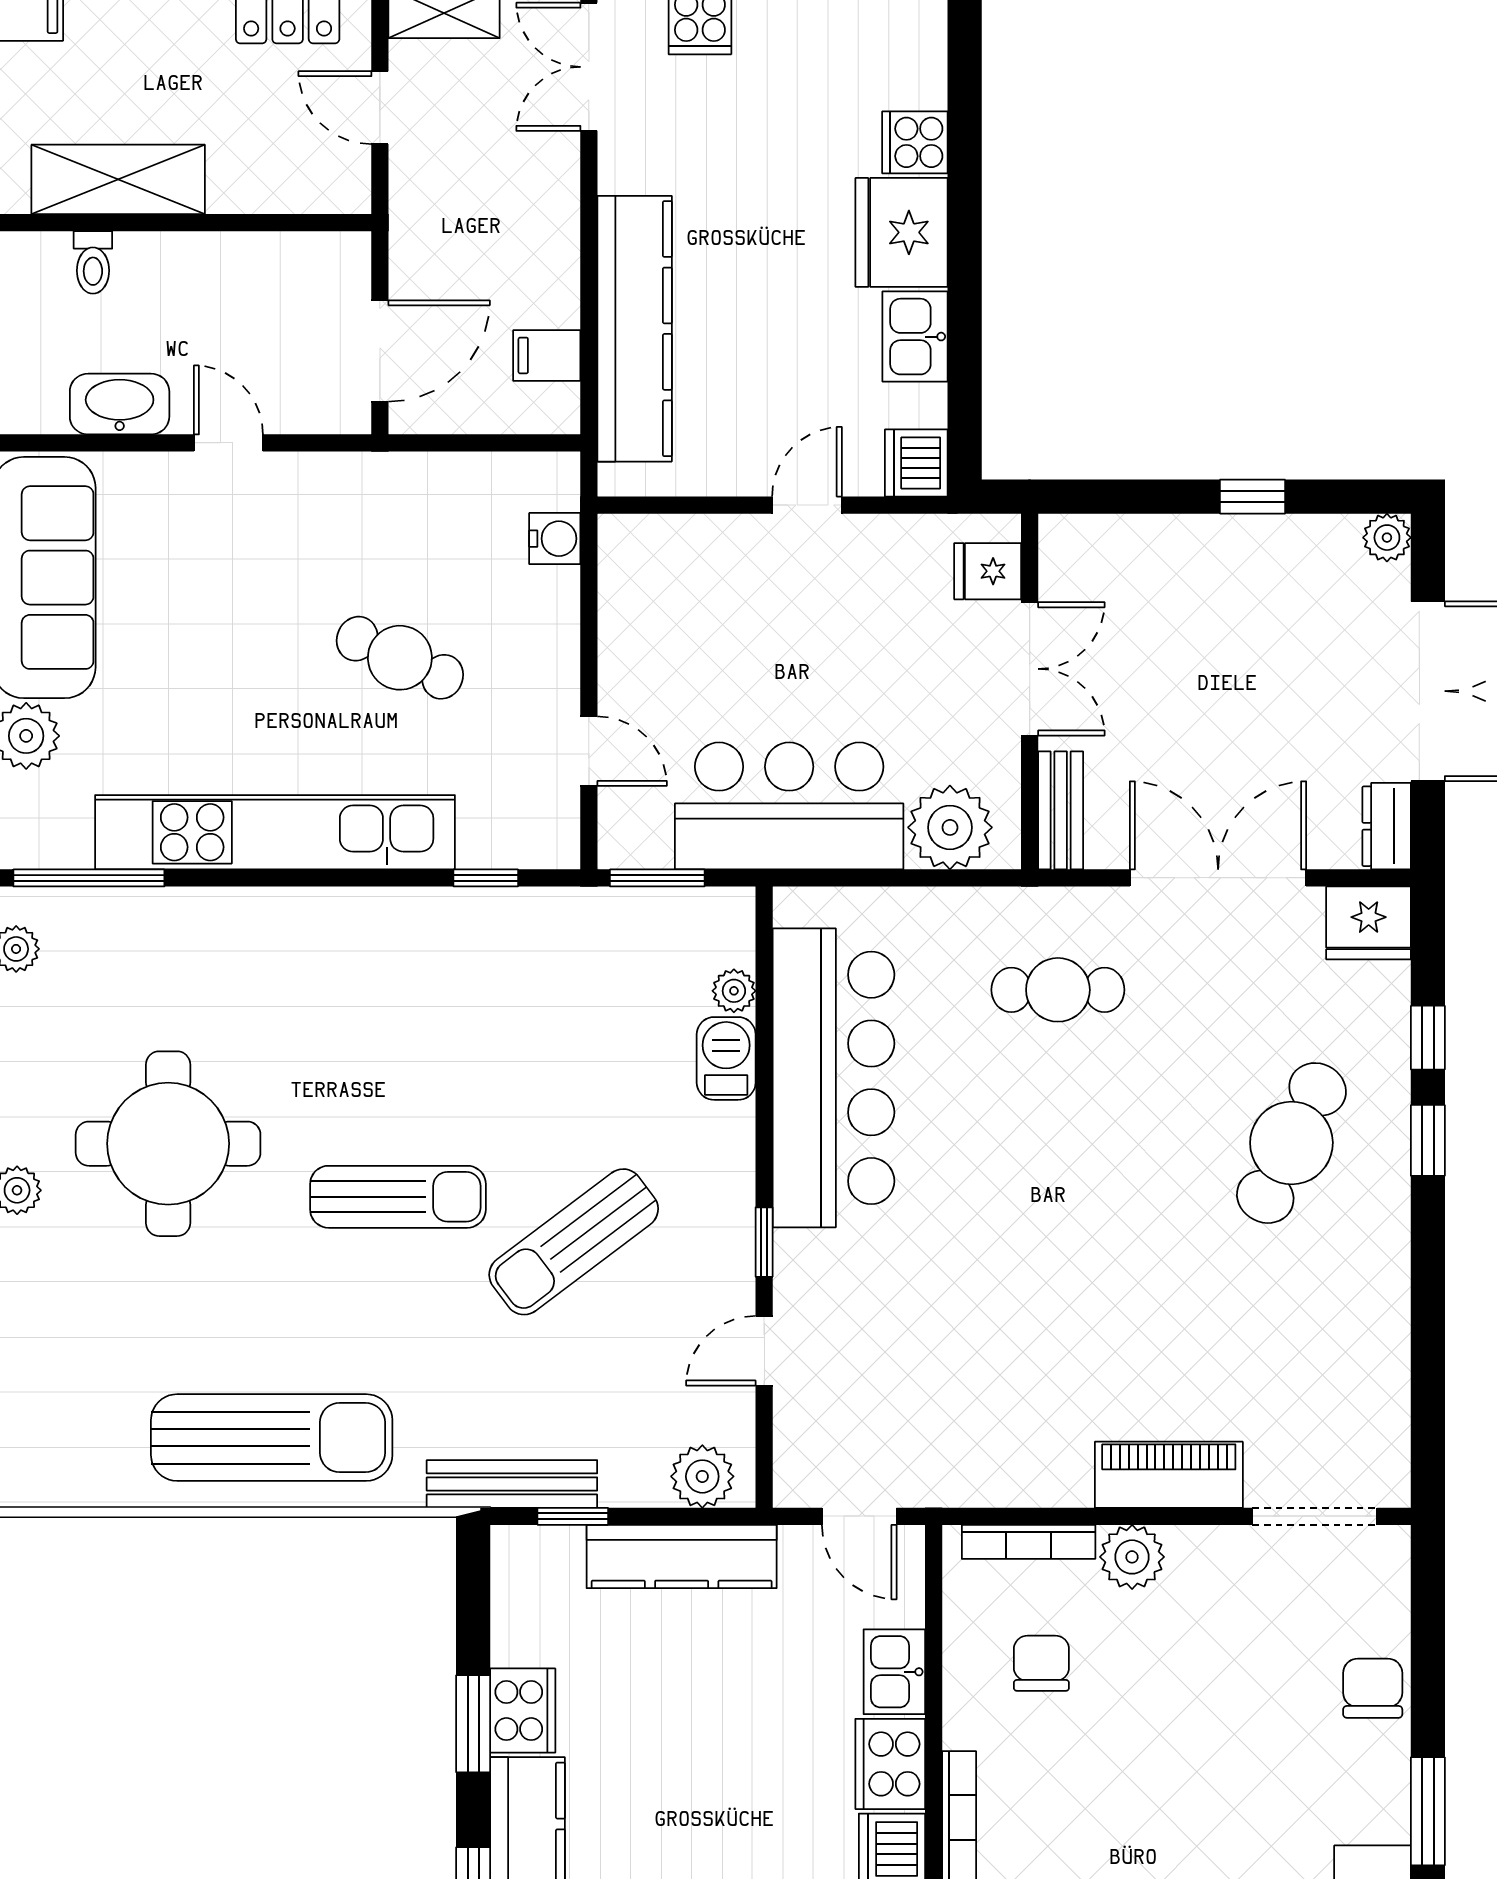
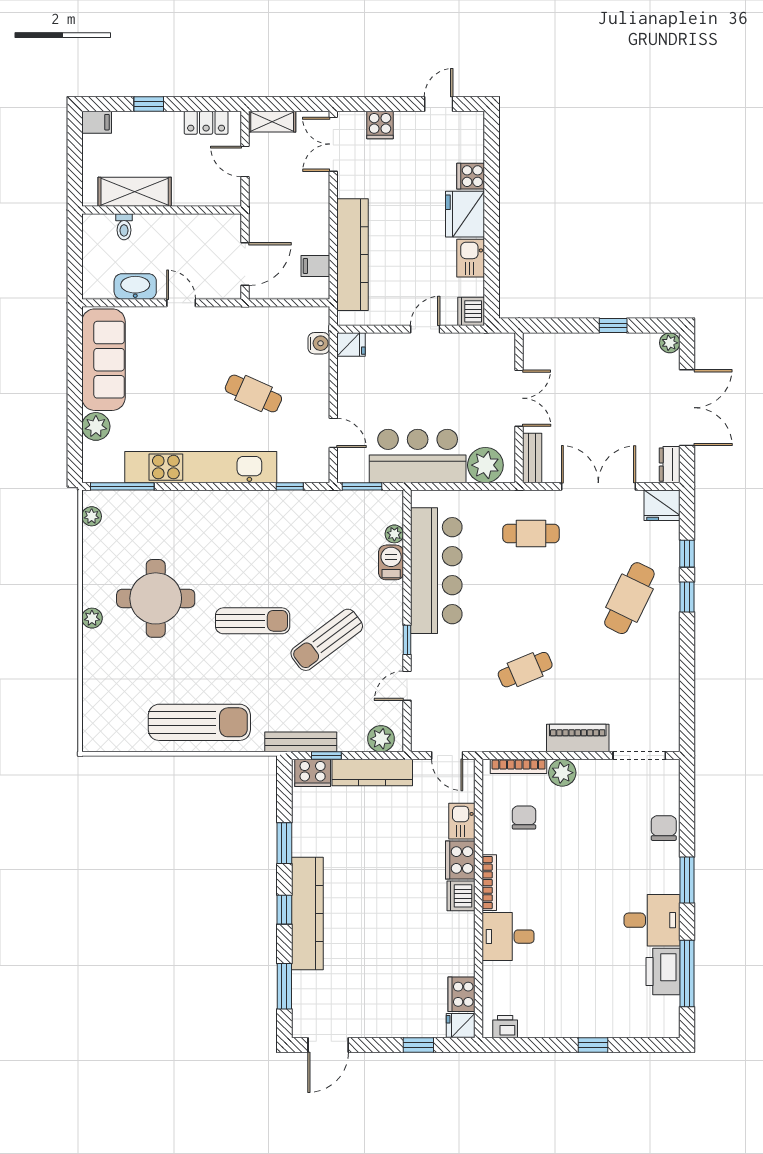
fridge: (988, 571) -> (351, 345), moved, turned 180
cafe table: (1044, 1313) -> (525, 670), added
cooker: (523, 1711) -> (313, 773), moved, turned 90

